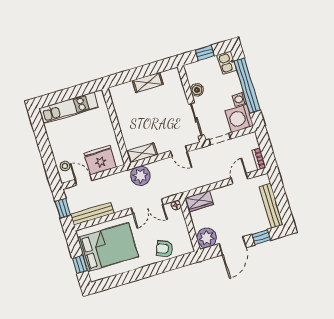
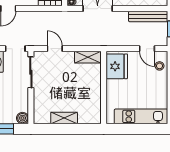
boiler: (197, 90) -> (22, 118), moved
fridge: (100, 160) -> (117, 66), moved, turned -90
plant: (140, 176) -> (95, 37), removed

